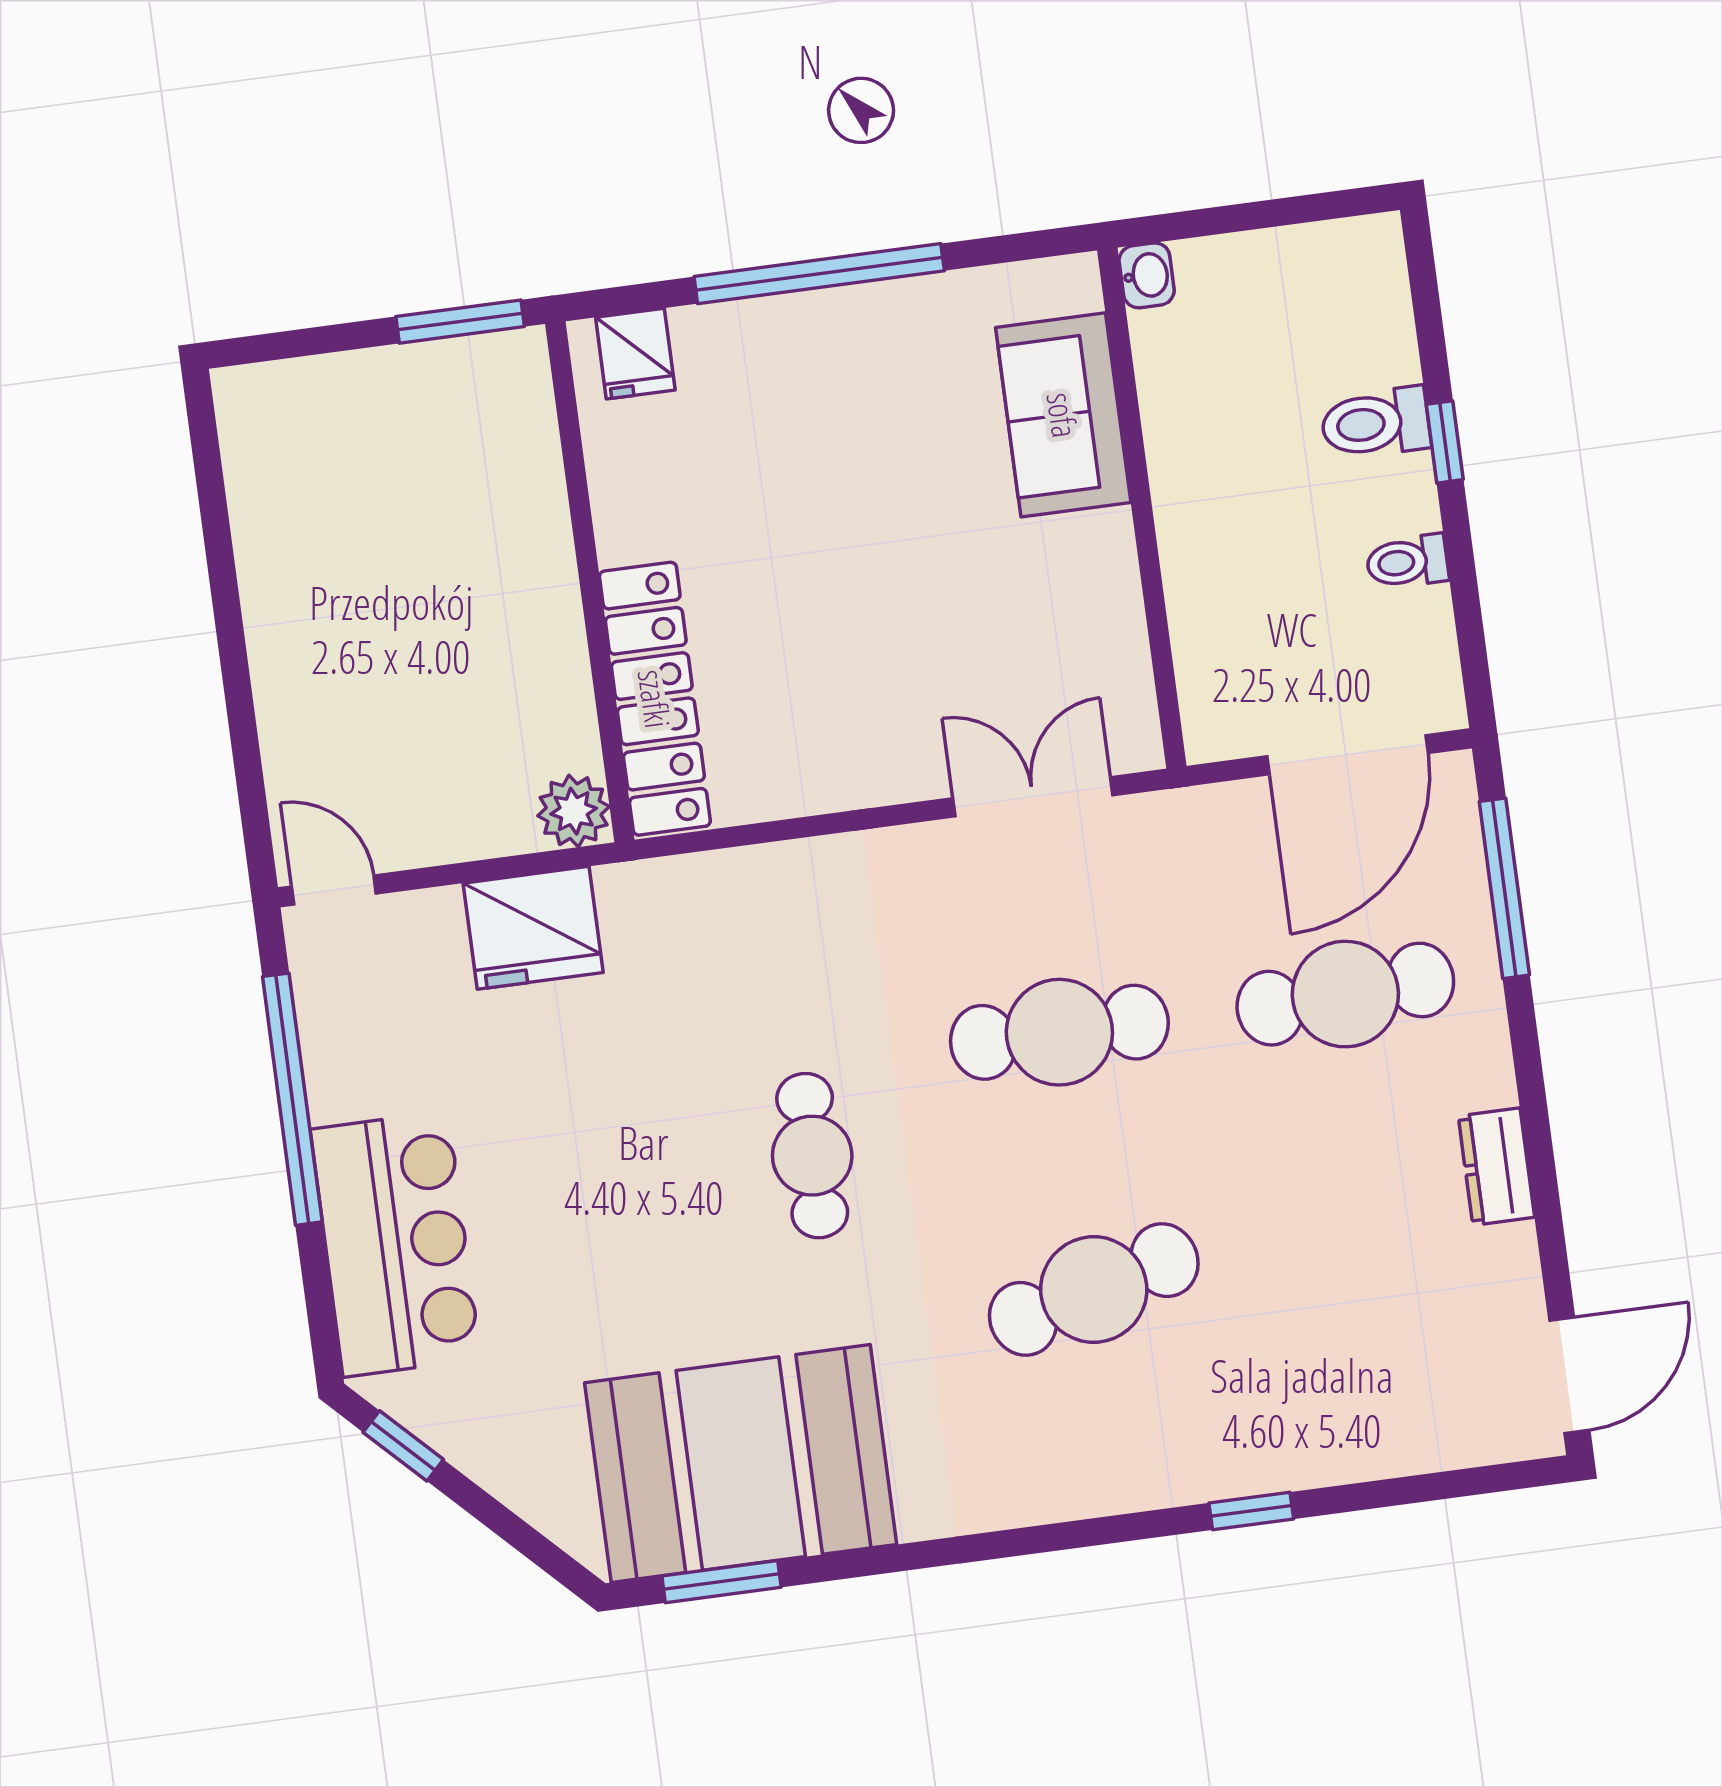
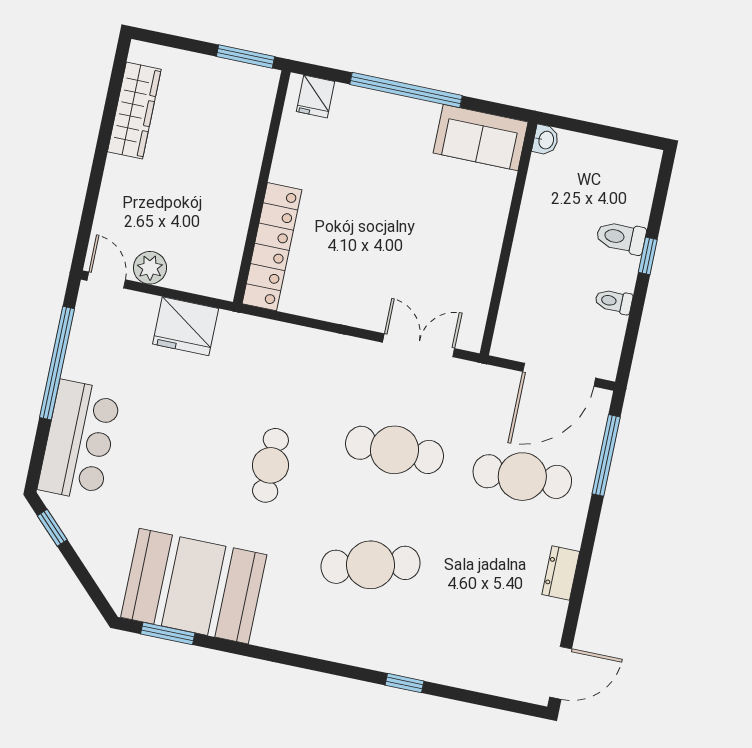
sofa: (1063, 415) -> (481, 137), moved, turned -90
wardrobe: (268, 516) -> (134, 110), added
plant: (574, 811) -> (150, 268), moved

